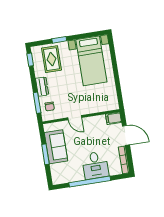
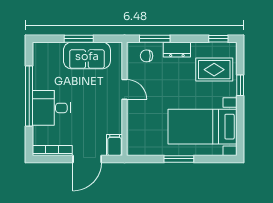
window: (116, 73) -> (179, 159), added
door: (75, 118) -> (124, 89), swing flipped

